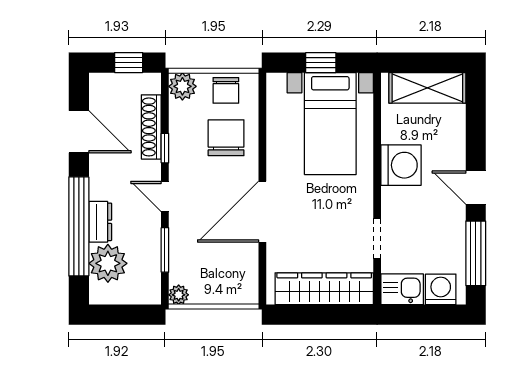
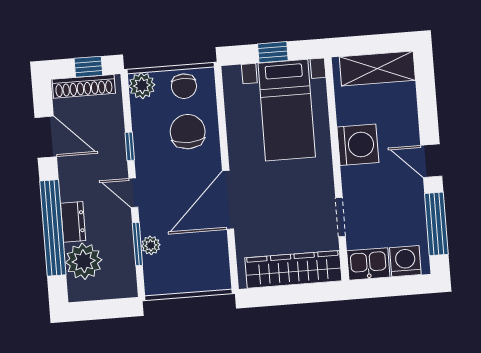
shoe rack: (151, 127) -> (84, 86), moved, turned -90
plant: (179, 295) -> (151, 245), moved

